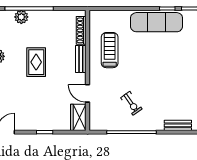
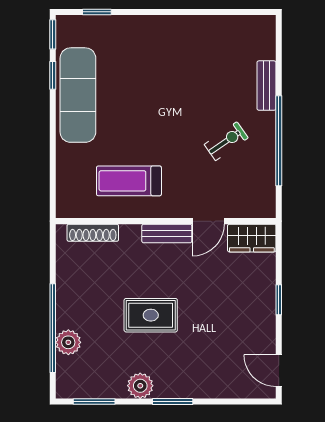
bench: (81, 59) -> (167, 233), moved
bench: (178, 125) -> (266, 86), moved

